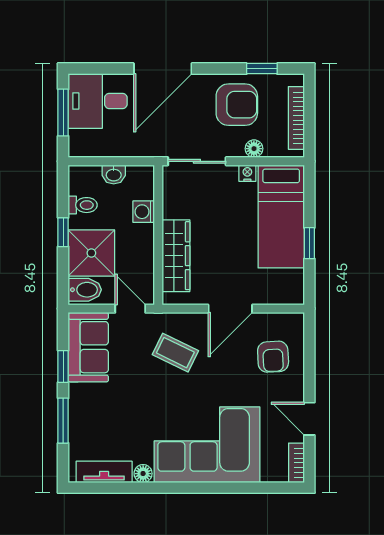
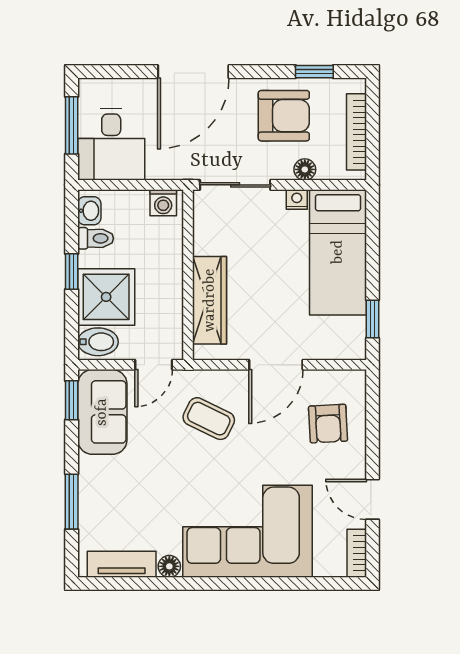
desk: (98, 101) -> (111, 144), moved, turned -90
washbasin: (114, 174) -> (89, 211), moved, turned -90
washing machine: (144, 212) -> (163, 203), moved, turned -90
window: (309, 243) -> (372, 319), moved
door: (130, 309) -> (154, 365), swing flipped
window: (63, 366) -> (72, 400), moved

